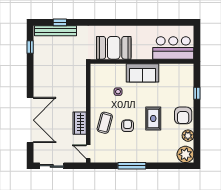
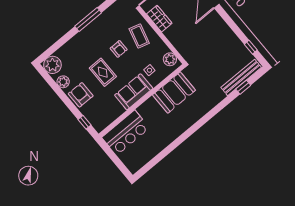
booth: (114, 48) -> (174, 93), moved
bar counter: (173, 48) -> (126, 133), moved
wall: (142, 61) -> (142, 101), moved
sofa: (143, 73) -> (134, 92), moved
plant: (96, 87) -> (170, 59), added

